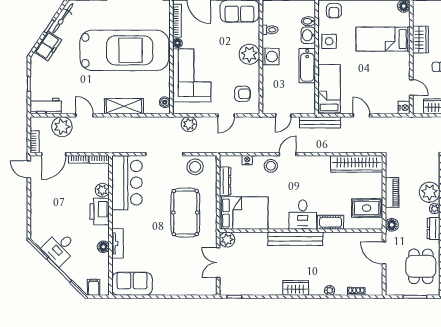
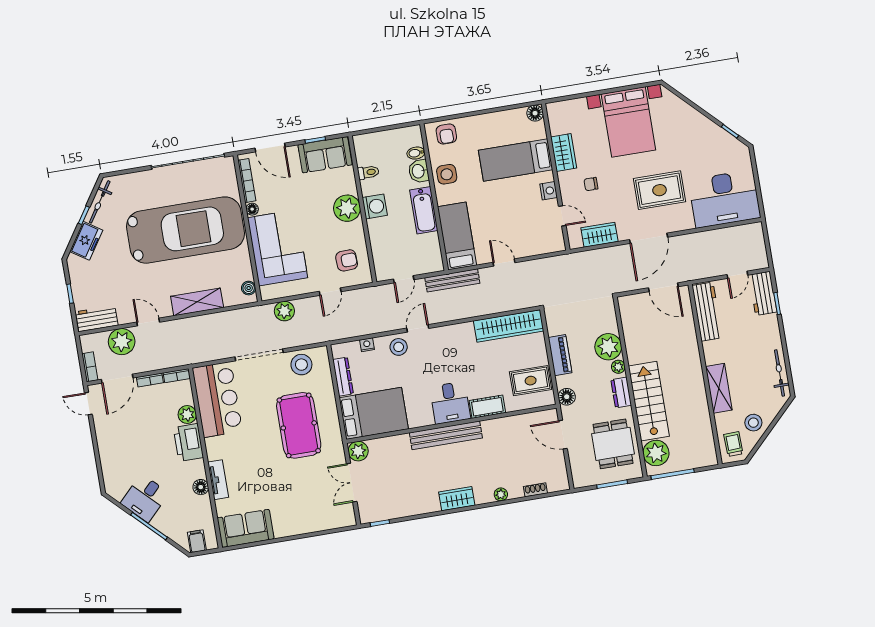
nightstand: (404, 108) -> (549, 191), moved

